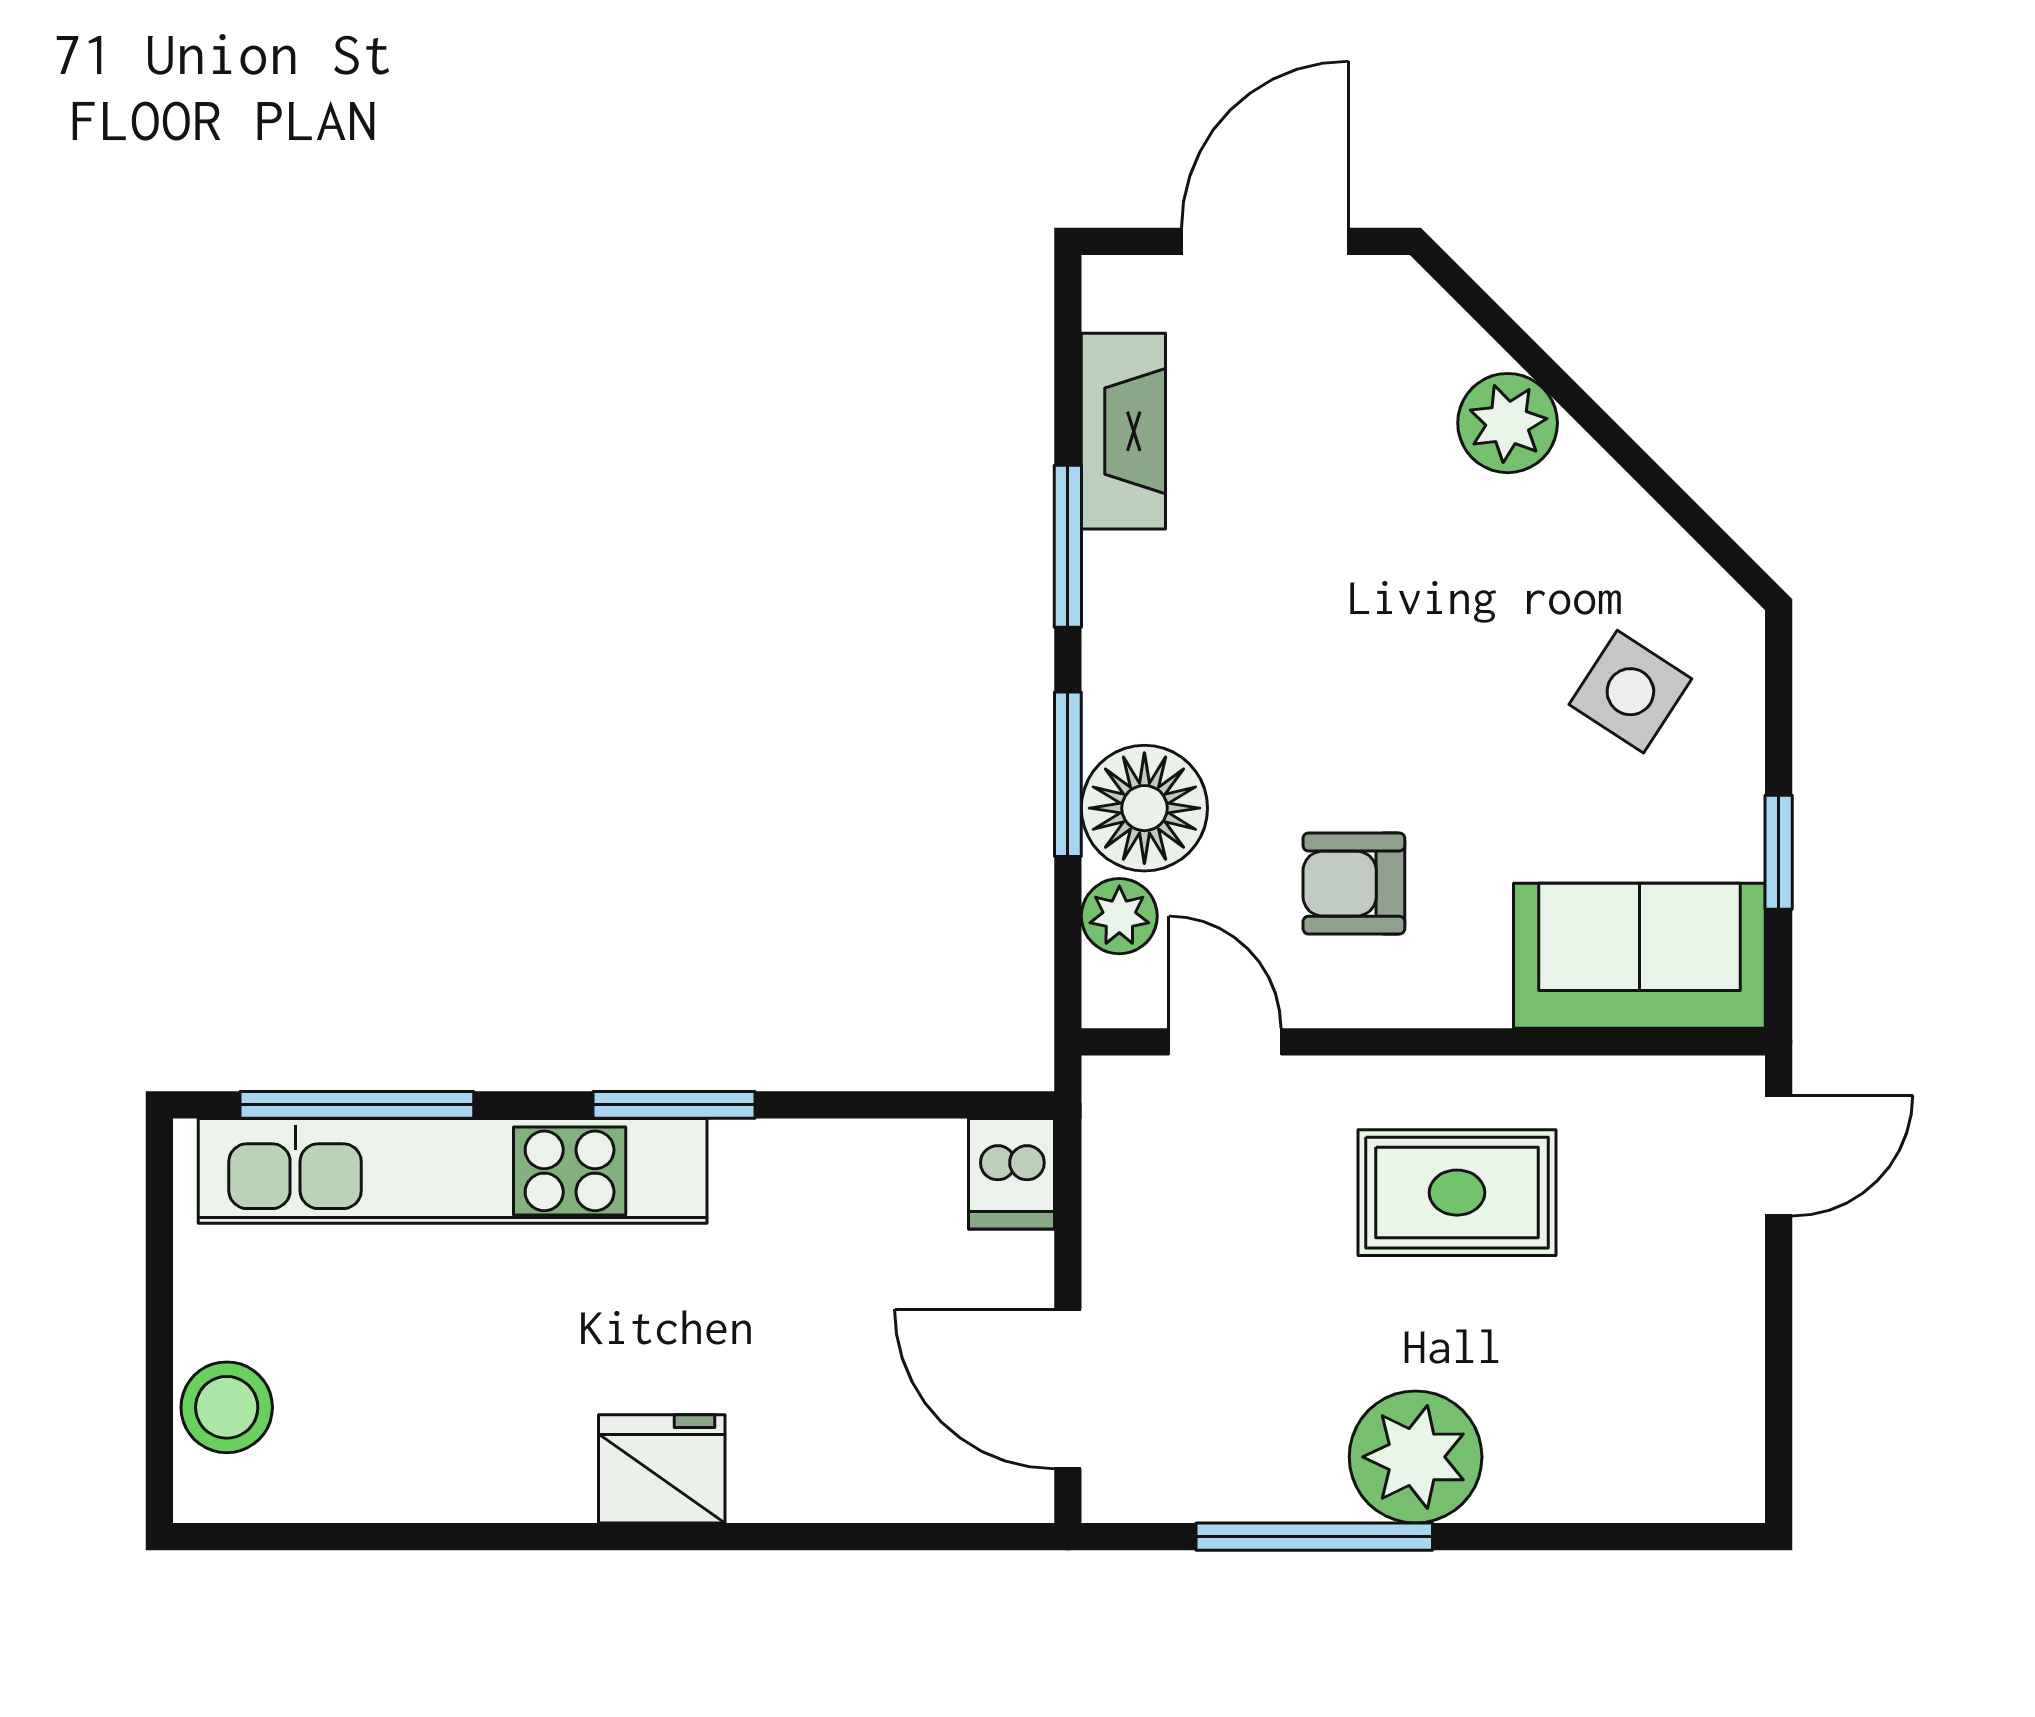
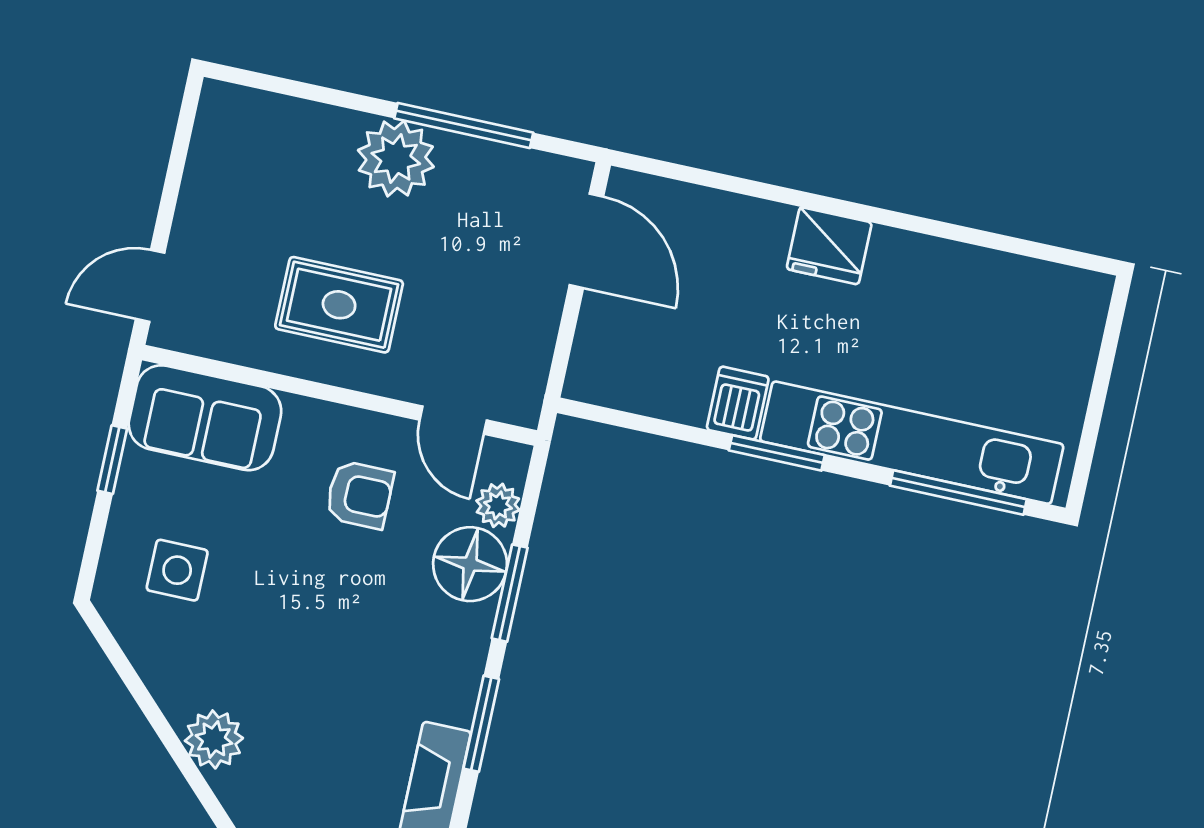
side table: (1630, 692) -> (177, 570), turned -33
dishwasher: (1011, 1174) -> (738, 403), moved
stool: (227, 1407) -> (1071, 335), removed

